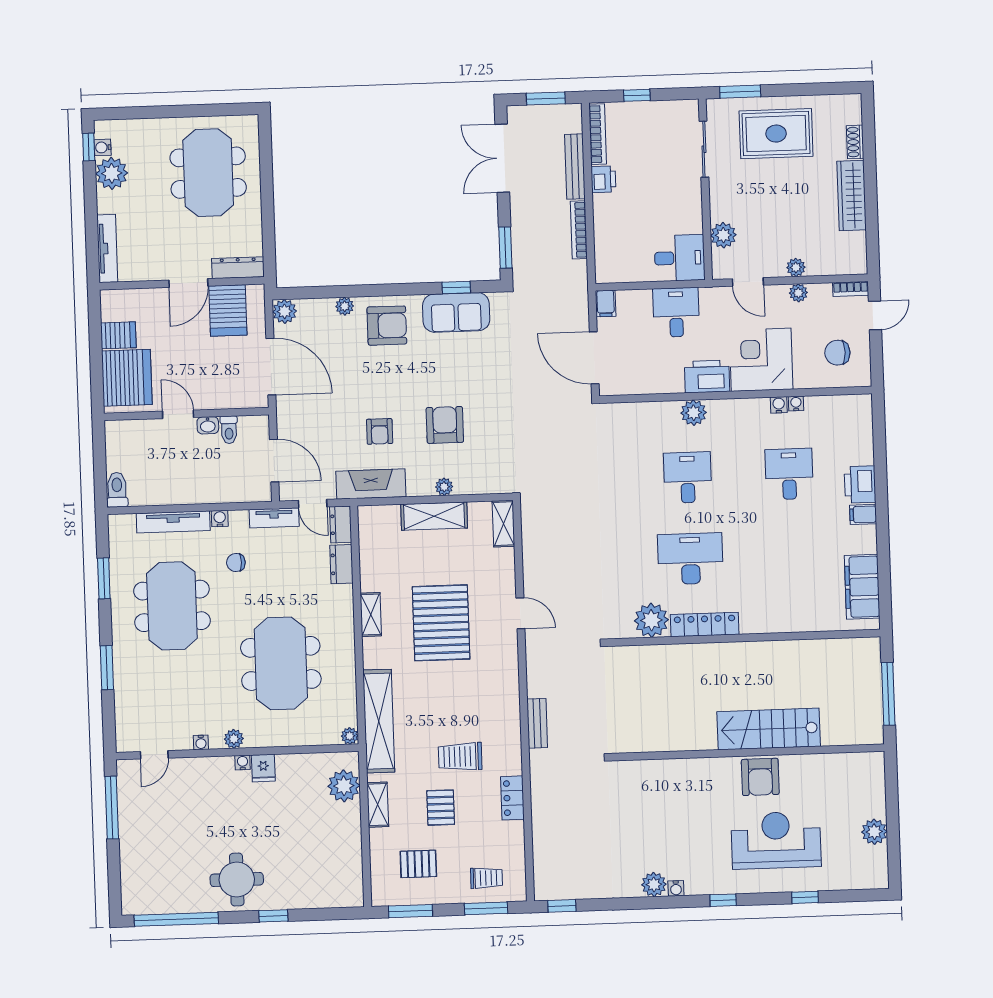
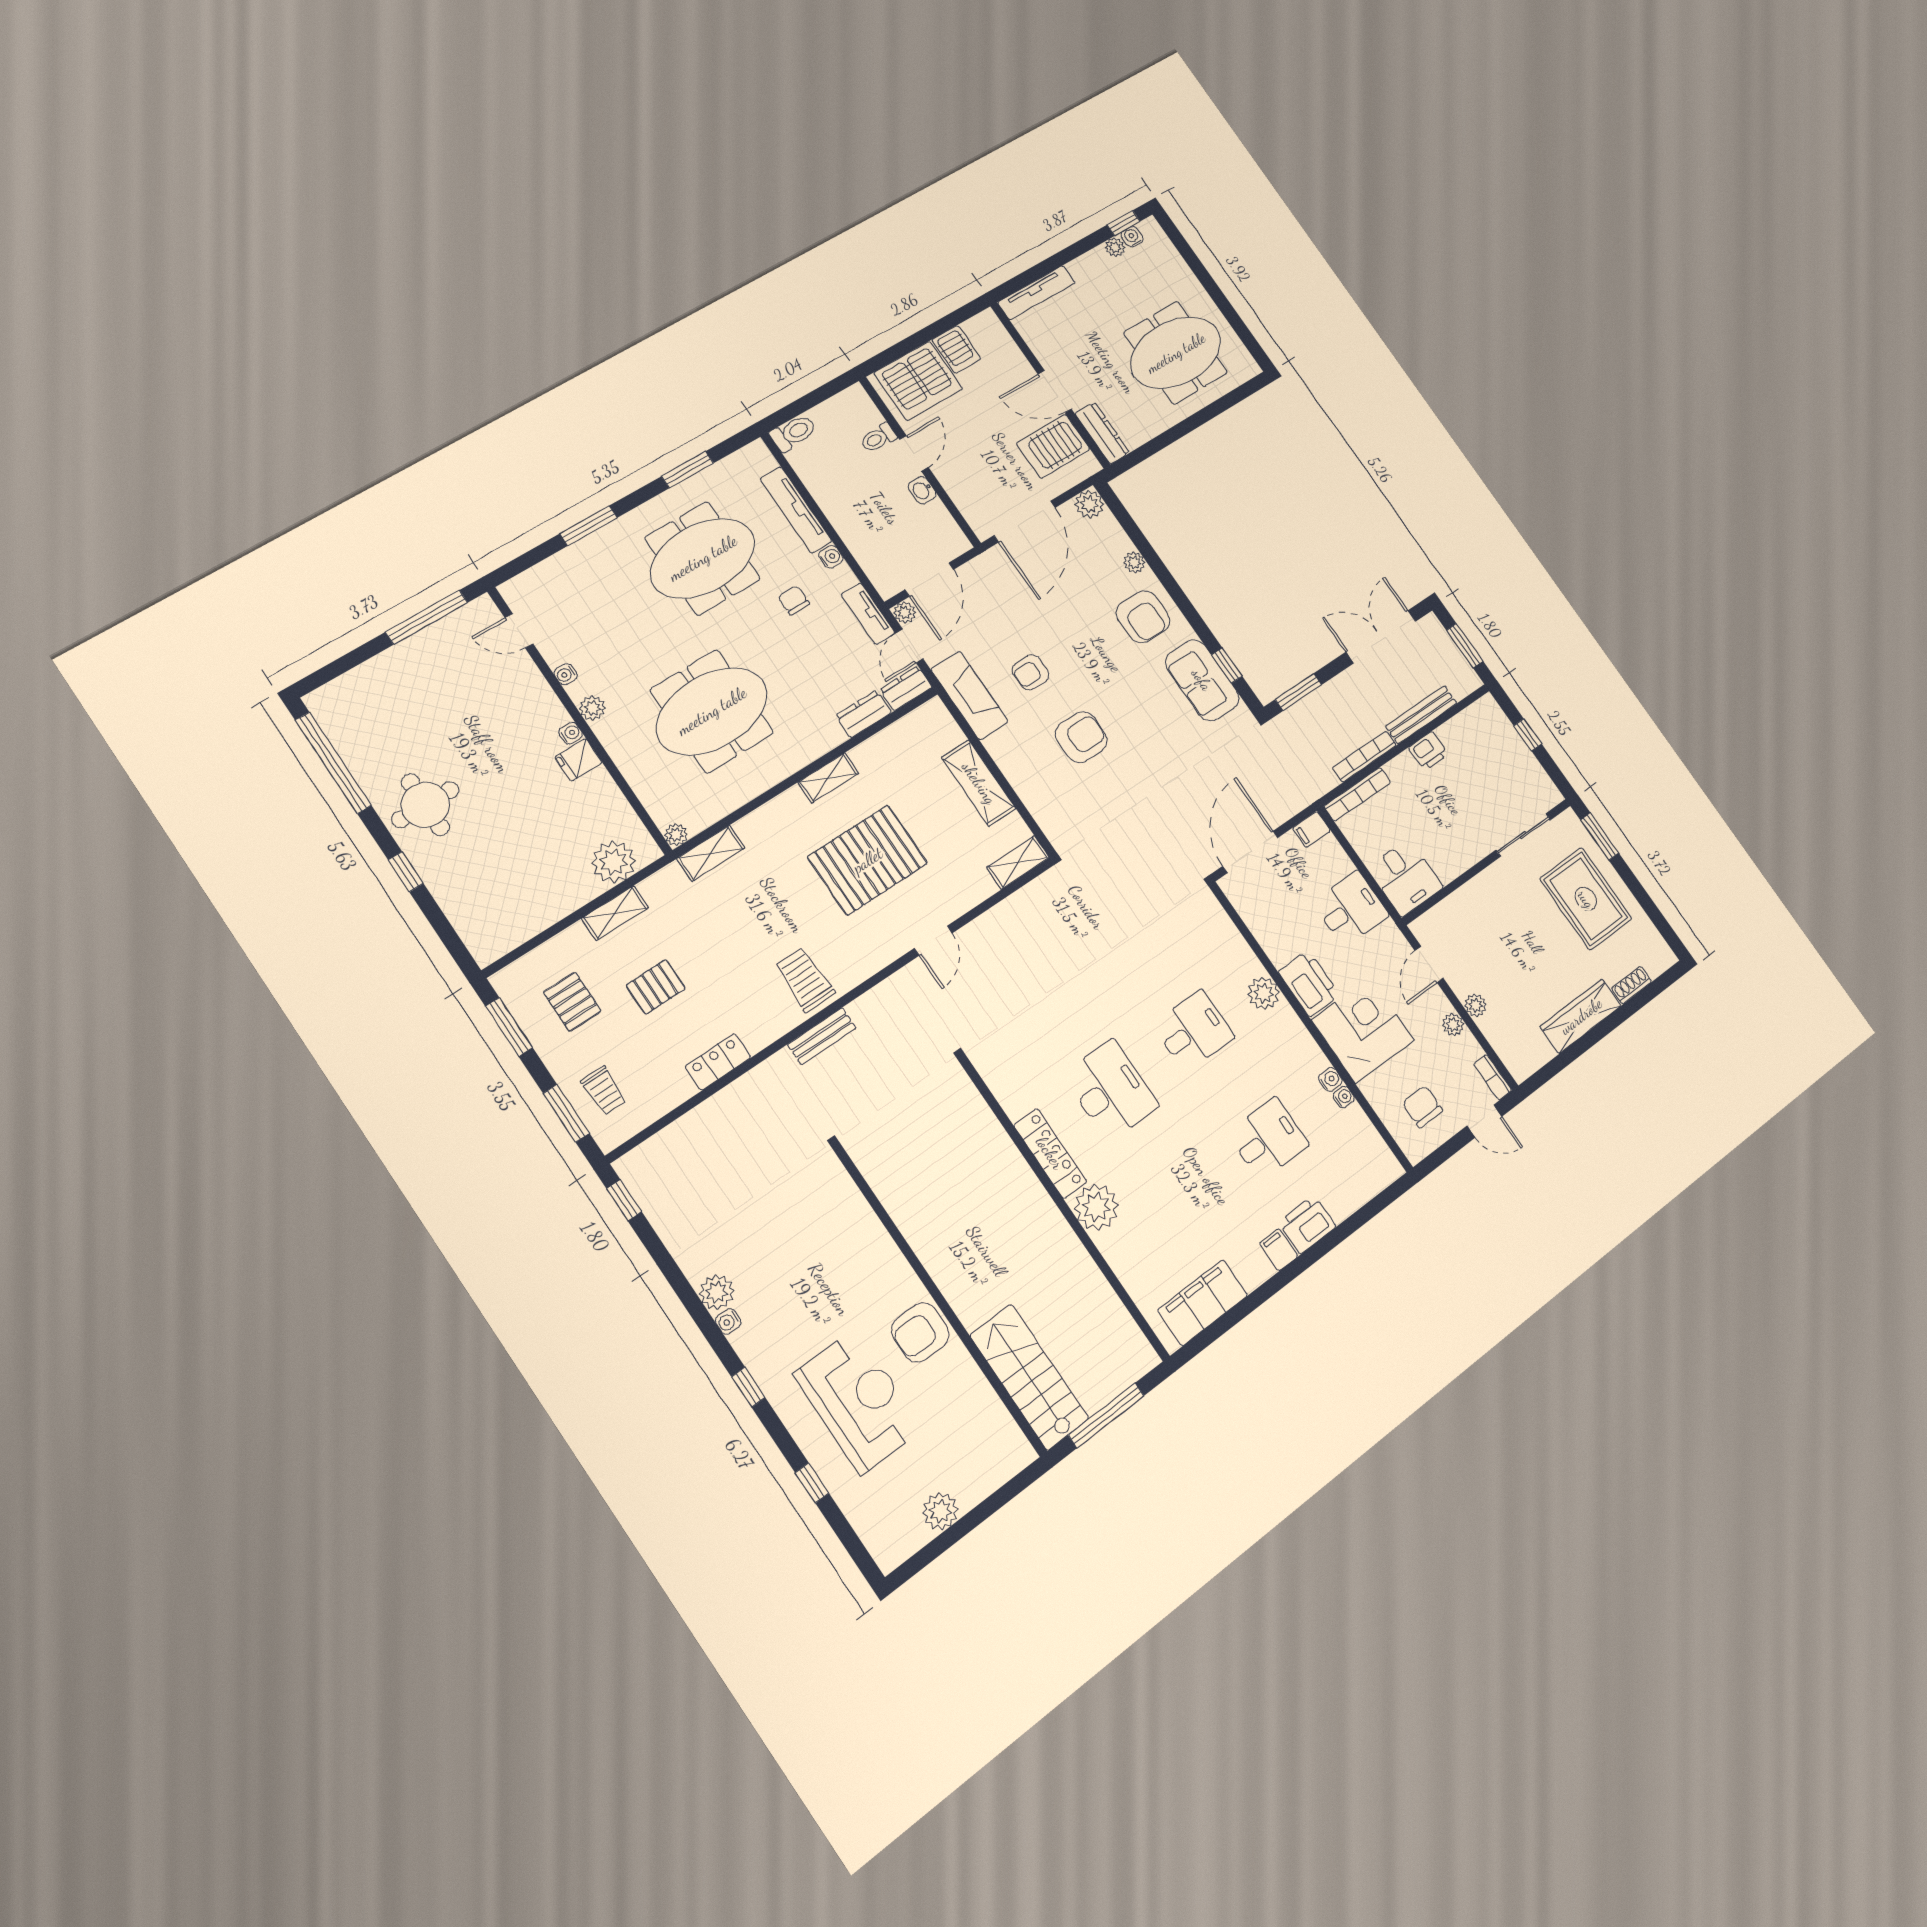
bookcase: (598, 134) -> (1357, 794), moved
plant: (112, 173) -> (1115, 247), width x0.53, depth x0.53
plant: (723, 235) -> (1457, 909), removed
toilet: (229, 430) -> (878, 438), moved
plant: (444, 487) -> (905, 613), moved
plant: (651, 620) -> (1096, 1207), moved
shelving: (379, 721) -> (711, 853), width x0.45, depth x0.75
stairs: (769, 729) -> (1029, 1377), moved
trolley: (460, 757) -> (805, 980), moved

